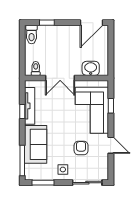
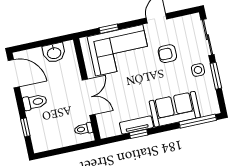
toilet: (32, 34) -> (35, 102), moved
washbasin: (91, 68) -> (54, 53), moved, turned -90
tv unit: (30, 106) -> (136, 125), width x0.71
window: (43, 183) -> (216, 76), moved

